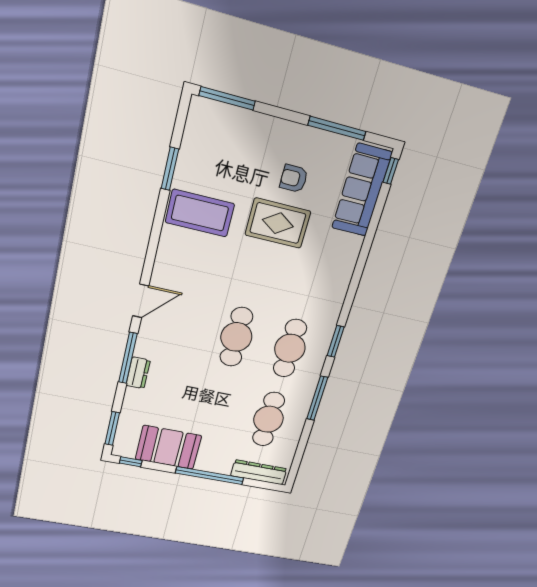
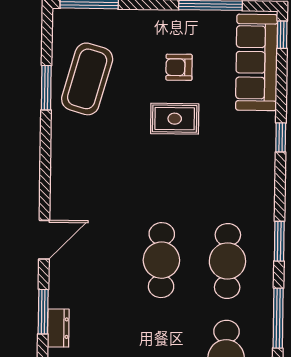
coffee table: (200, 213) -> (87, 79), moved, turned -74
rug: (278, 223) -> (175, 119), width x0.73, depth x0.70
window: (362, 259) -> (281, 137), added
window: (128, 358) -> (43, 312), width x0.69

